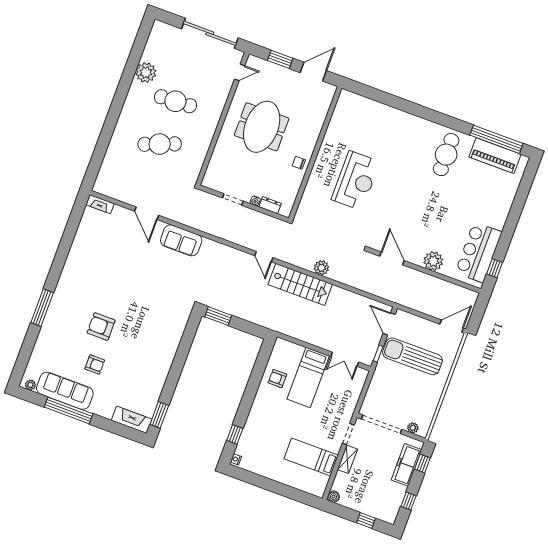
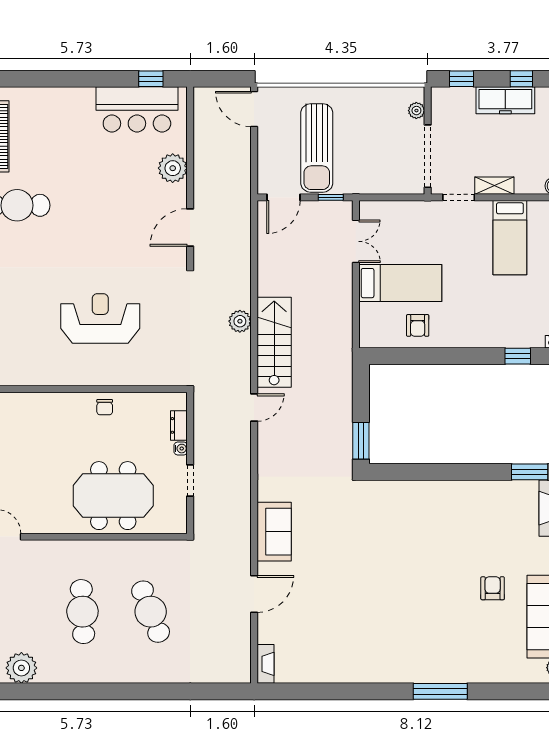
plant: (146, 72) -> (21, 668), moved
meeting table: (262, 127) -> (113, 496), moved
armchair: (101, 327) -> (436, 599), removed
freezer: (406, 465) -> (505, 100), moved

